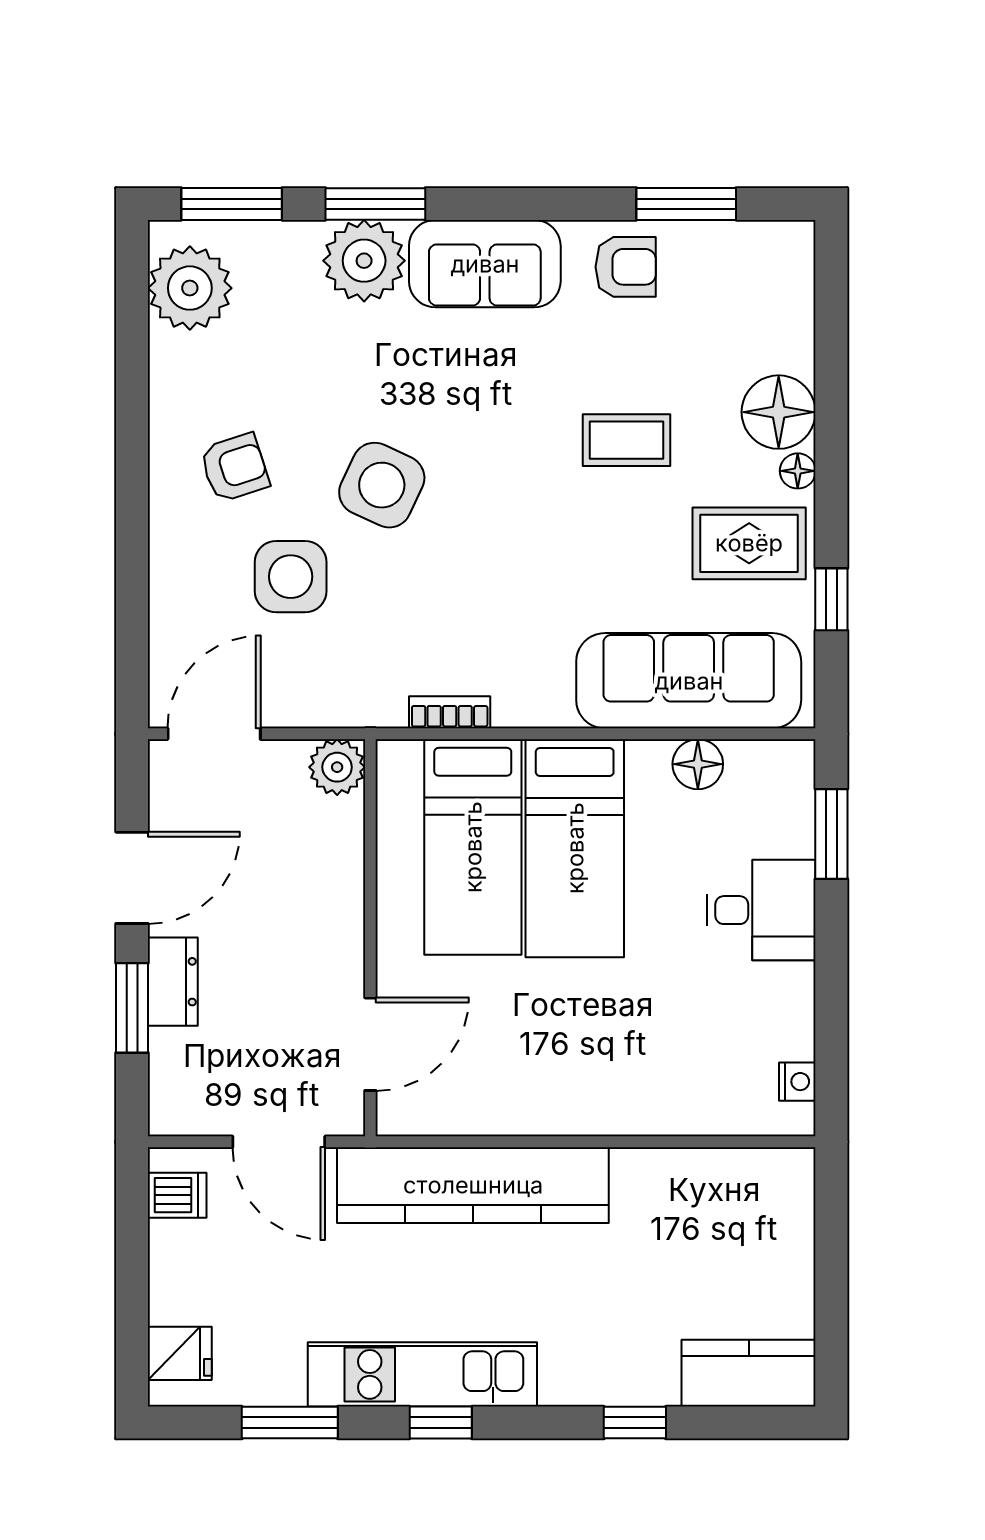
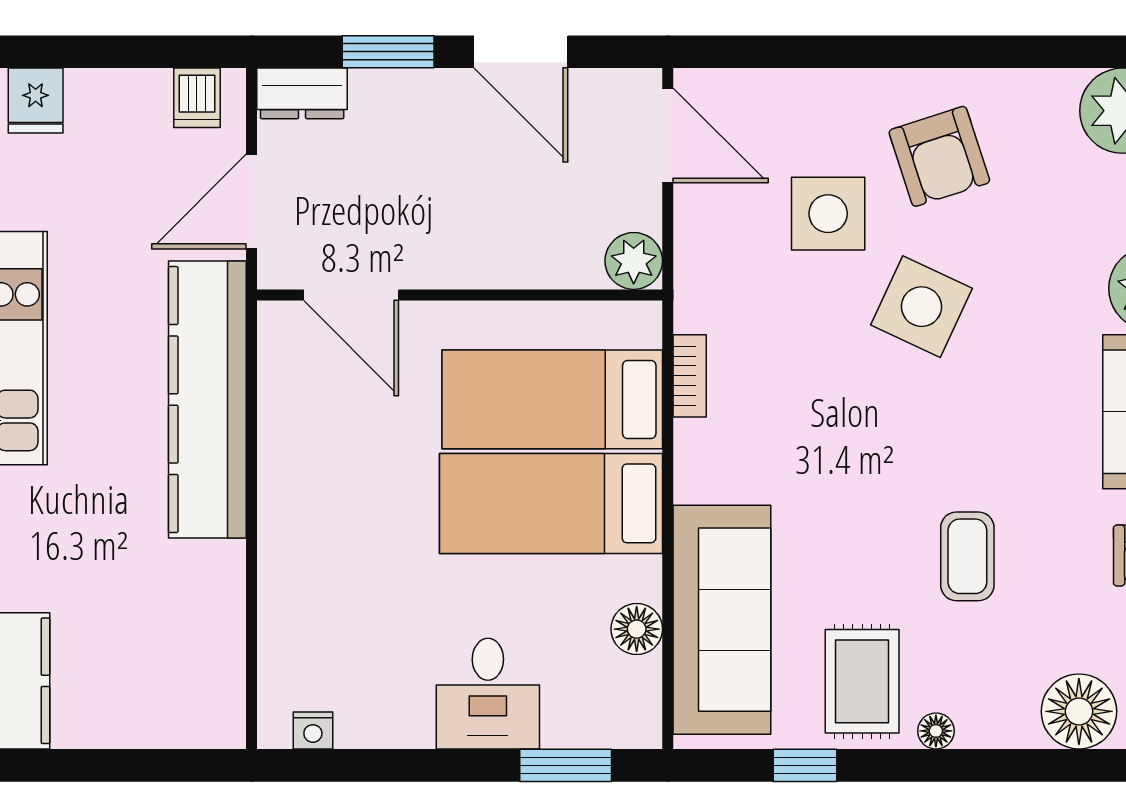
floor lamp: (779, 412) -> (1079, 711), moved
armchair: (235, 468) -> (939, 156), width x1.38, depth x1.38
dresser: (173, 982) -> (302, 93), moved

